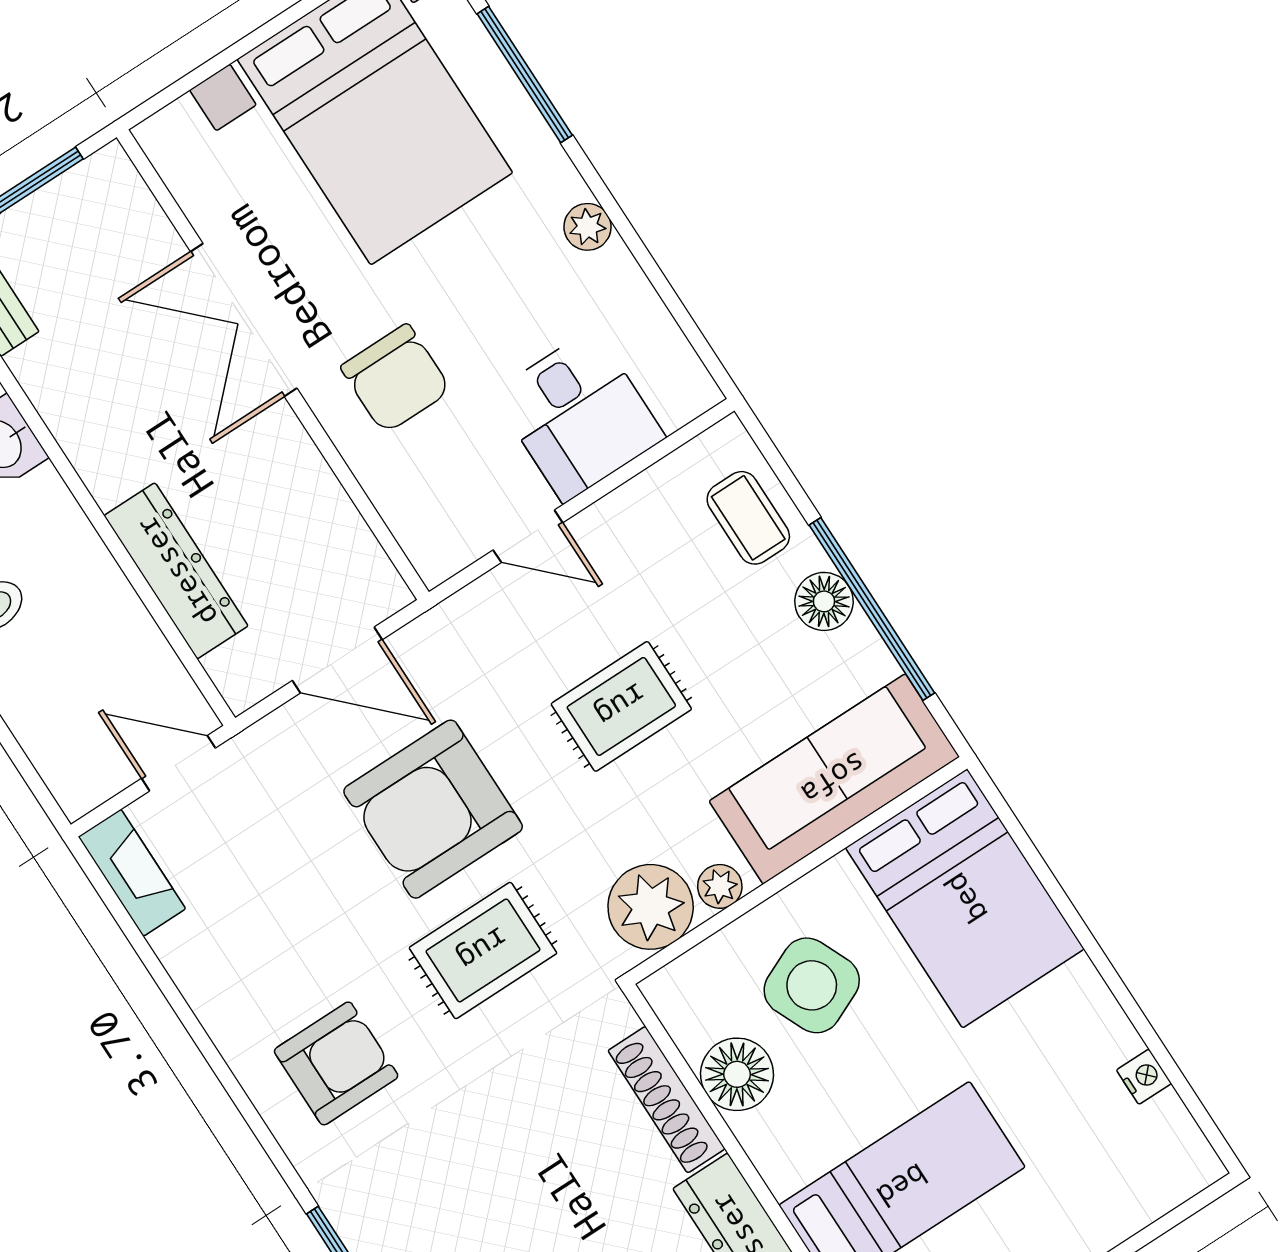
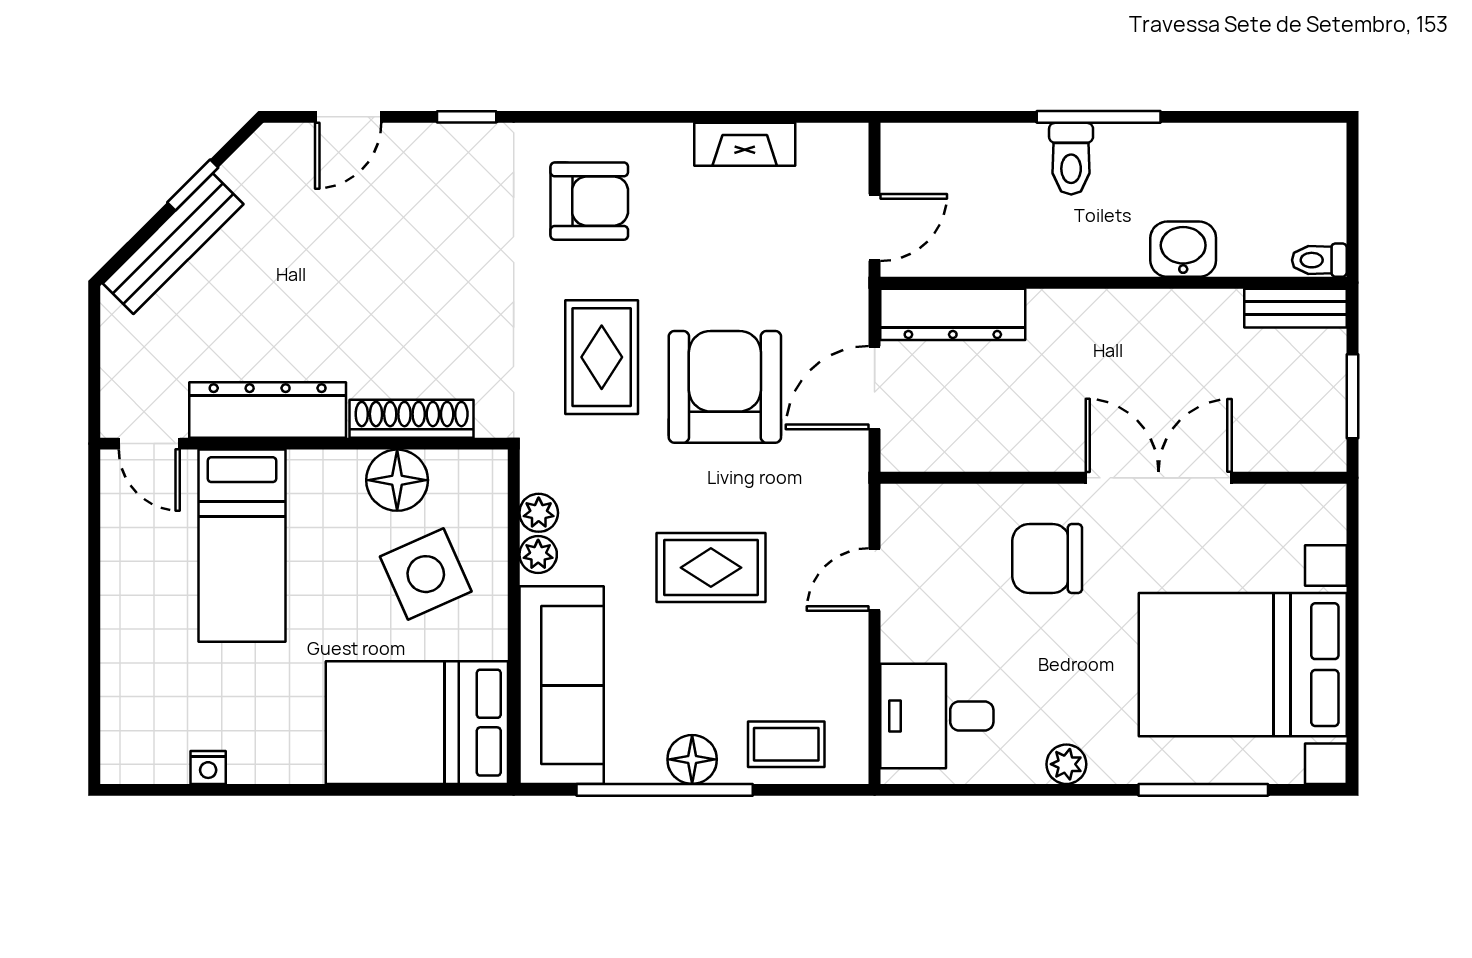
desk: (579, 415) -> (937, 716), moved
dresser: (176, 571) -> (953, 314), moved
rug: (621, 706) -> (711, 568), turned 90
fireplace: (132, 873) -> (745, 144), moved
plant: (651, 907) -> (539, 513), width x0.53, depth x0.53
armchair: (336, 1063) -> (589, 201), turned -90

